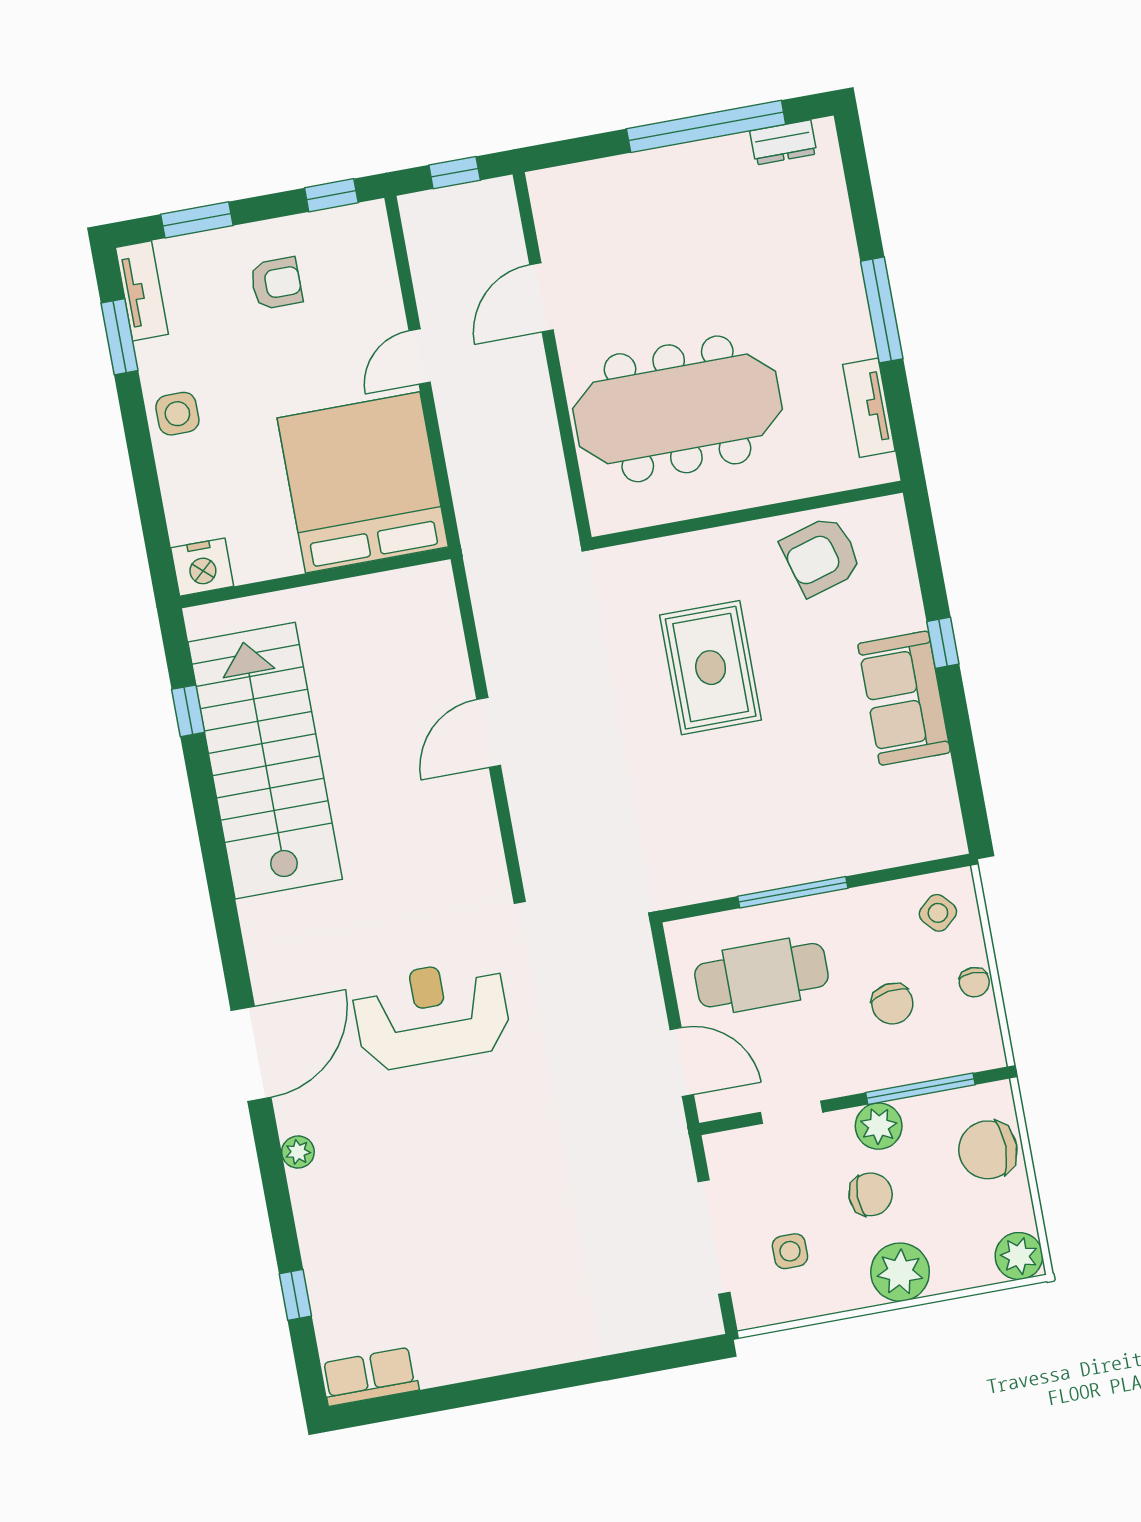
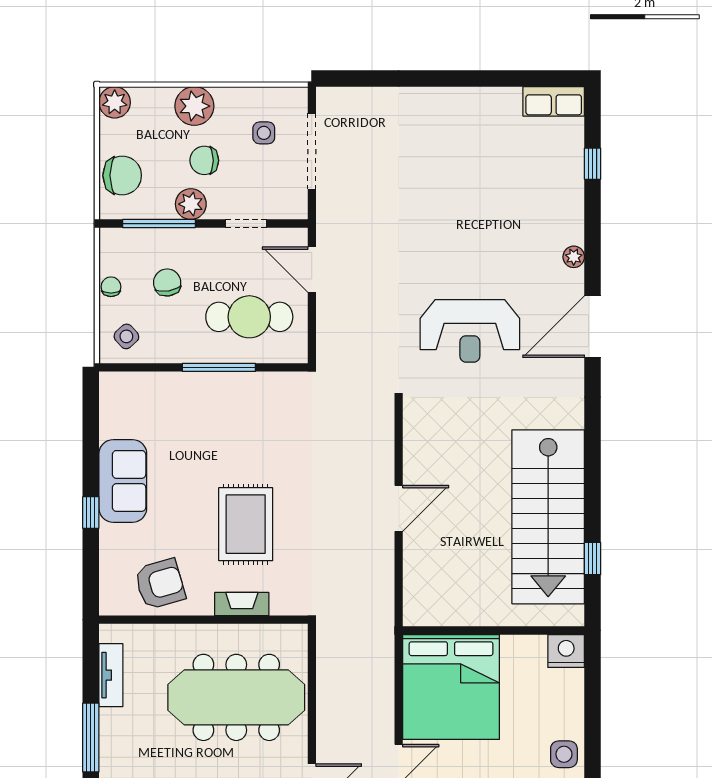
fireplace: (695, 549) -> (242, 604), added

